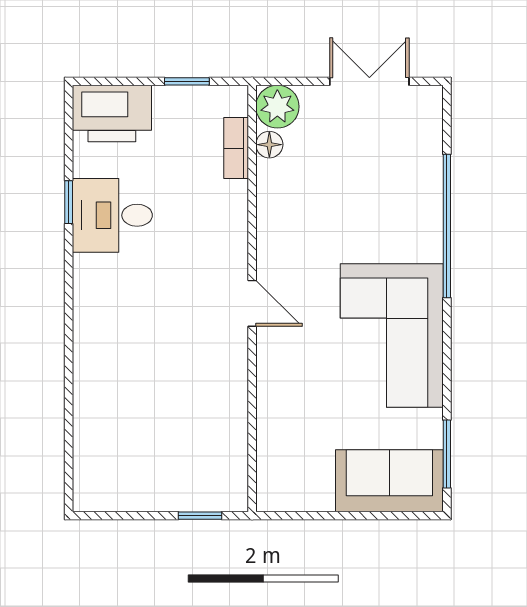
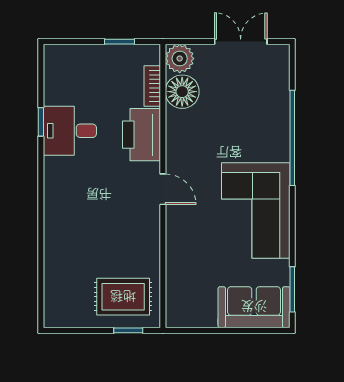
printer: (112, 113) -> (142, 135), moved, turned 90
floor lamp: (269, 145) -> (182, 92), width x1.89, depth x1.89
rug: (192, 465) -> (123, 297), added

